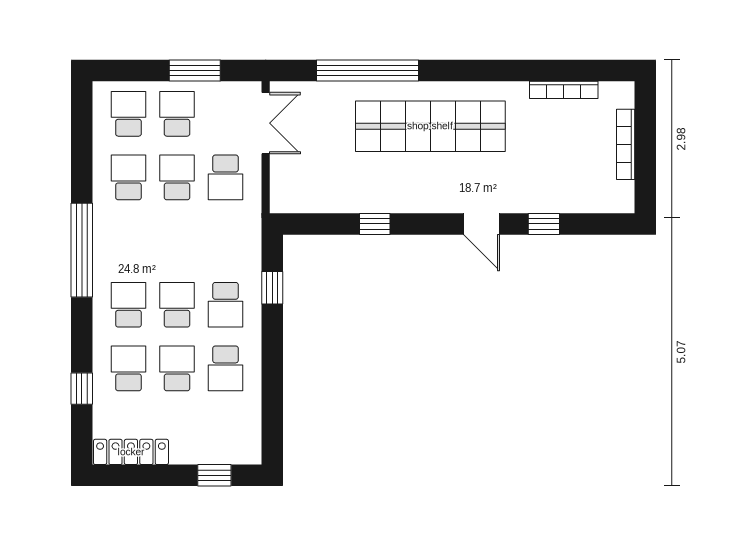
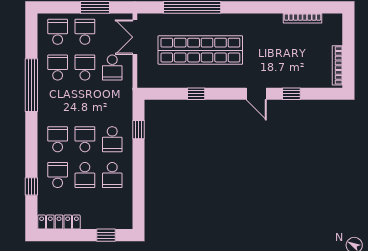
double door: (266, 123) -> (135, 37), swing flipped
shop shelf: (430, 126) -> (200, 50), moved
bookcase: (626, 144) -> (337, 65), moved
window: (82, 250) -> (31, 85), moved
school desk: (177, 368) -> (85, 175), turned 180

